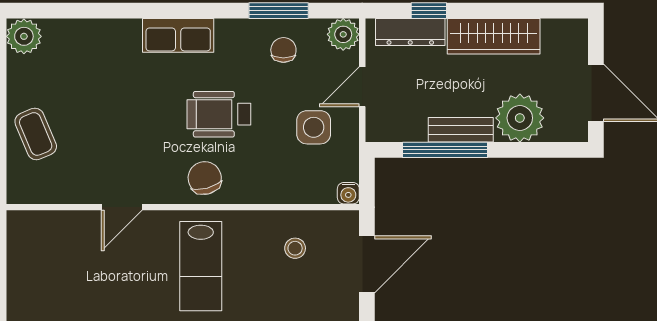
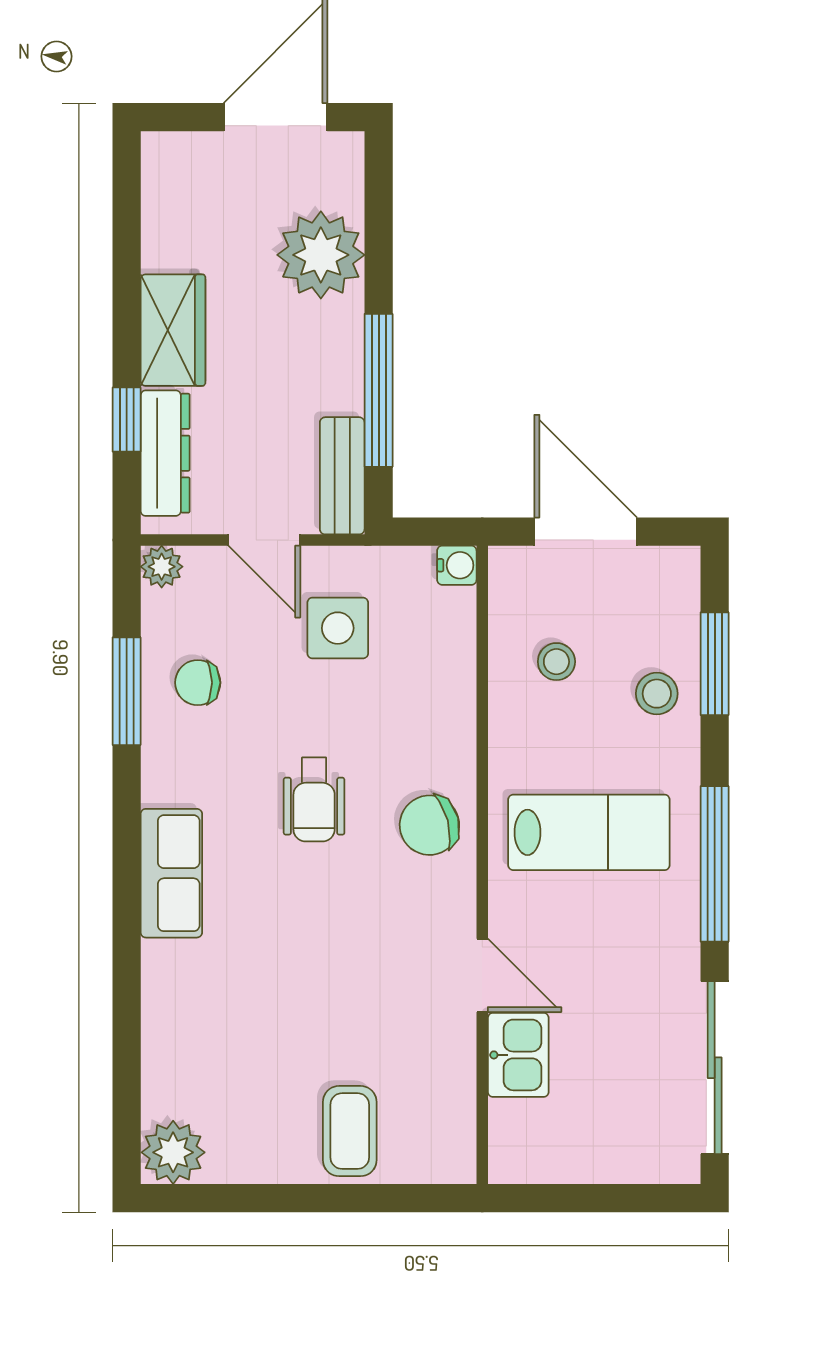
plant: (343, 34) -> (162, 567), width x0.73, depth x0.73
wardrobe: (494, 36) -> (173, 330), width x0.67
wheelchair: (219, 114) -> (314, 799), width x0.73, depth x0.73
bench: (461, 130) -> (342, 476), moved
coffee table: (36, 134) -> (350, 1131), turned -67
kitchen sink: (78, 227) -> (518, 1055), added
stool: (277, 304) -> (657, 694), added

